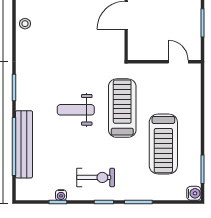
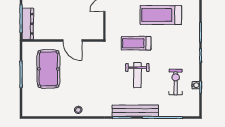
treadmill: (122, 108) -> (136, 43), width x0.73, depth x0.73
bench: (24, 144) -> (135, 111), moved
treadmill: (163, 144) -> (161, 15), turned 180
exercise bike: (96, 177) -> (176, 82), moved

